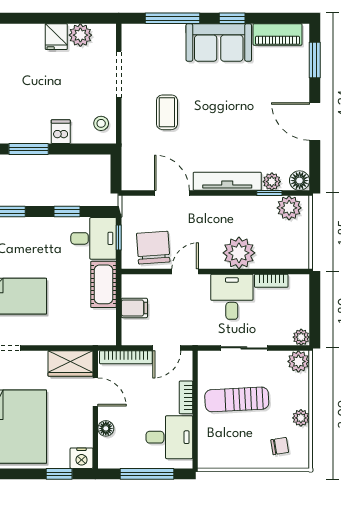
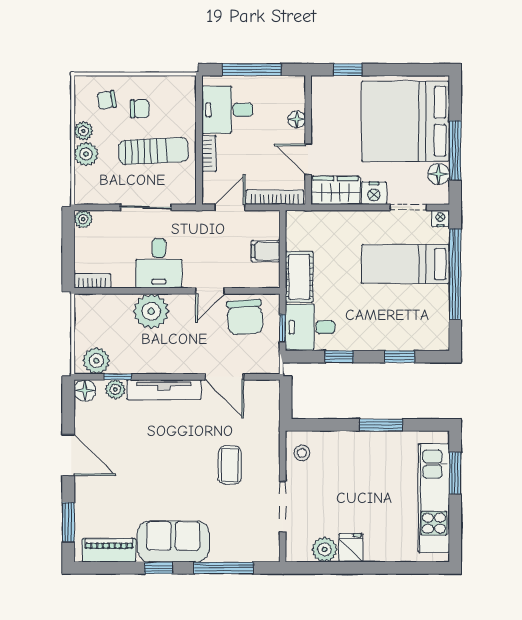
dishwasher: (61, 132) -> (346, 444), removed
bookcase: (271, 281) -> (92, 281), moved
plant: (298, 361) -> (86, 154), moved
chair: (249, 438) -> (140, 109), added
nightstand: (82, 458) -> (374, 193), moved, turned 180

